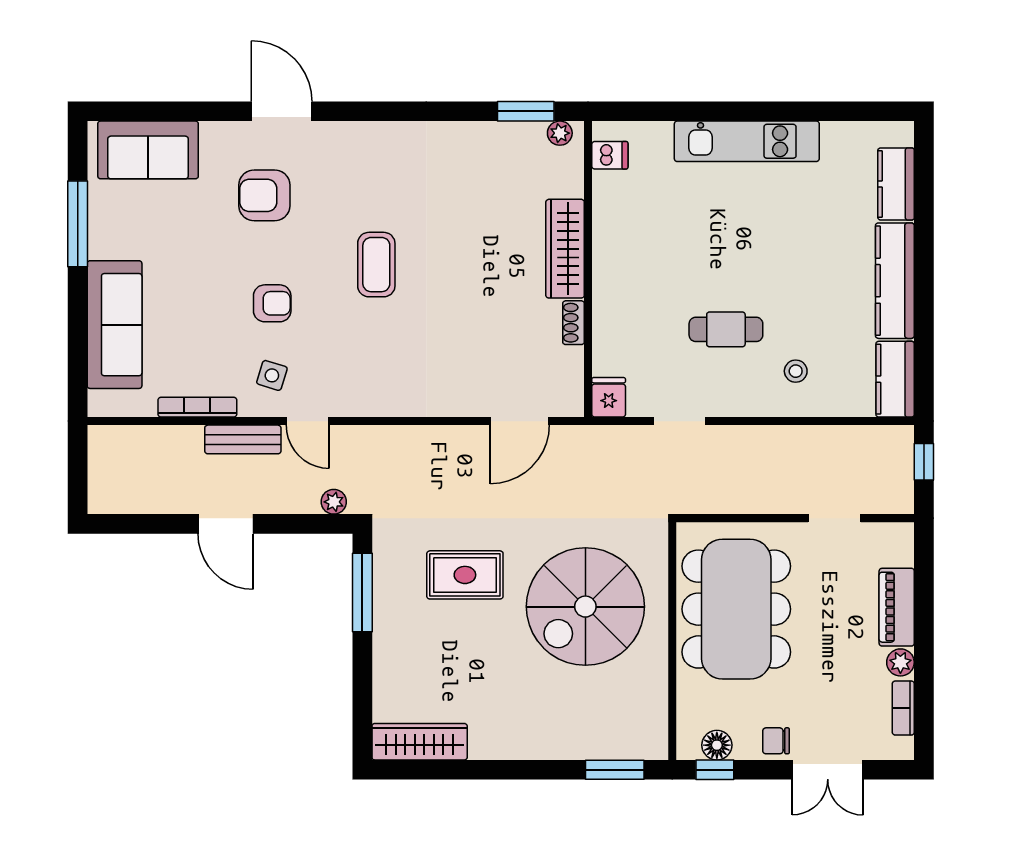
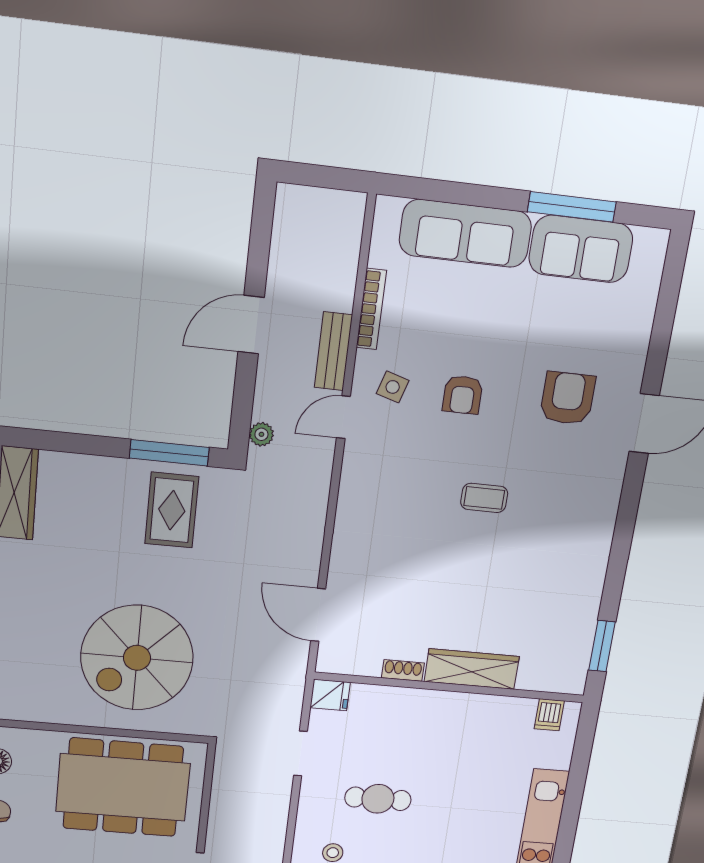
plant: (560, 133) -> (577, 674), removed
sofa: (148, 150) -> (581, 249), moved, turned -90
coffee table: (376, 265) -> (484, 498), width x0.73, depth x0.77
cafe table: (726, 329) -> (378, 799), turned 90
rug: (465, 575) -> (172, 510), moved
spiral stairs: (585, 607) -> (137, 658), turned -90

